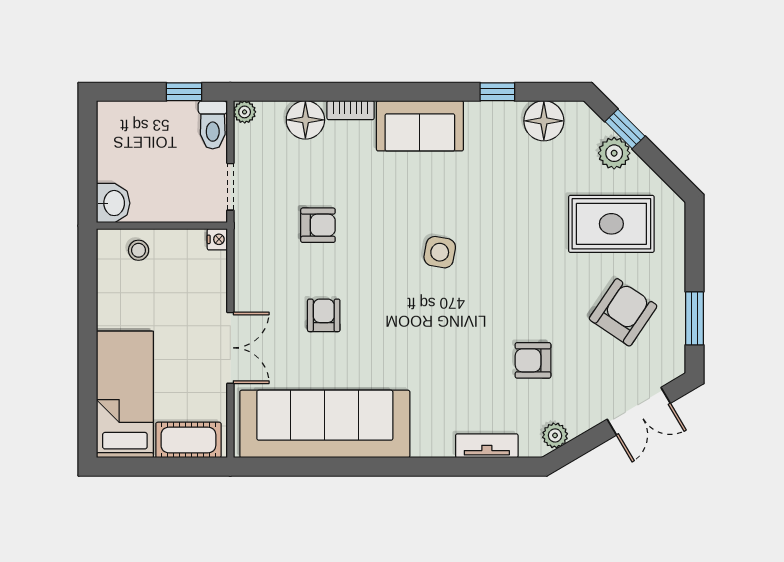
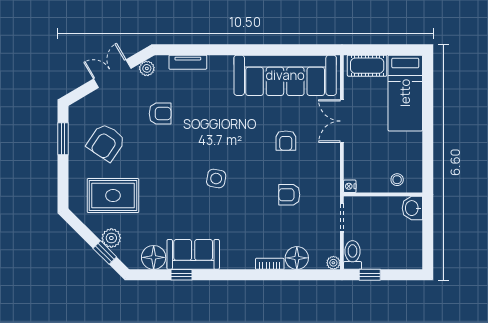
sofa: (420, 126) -> (193, 254), moved
double door: (639, 411) -> (112, 74), moved

